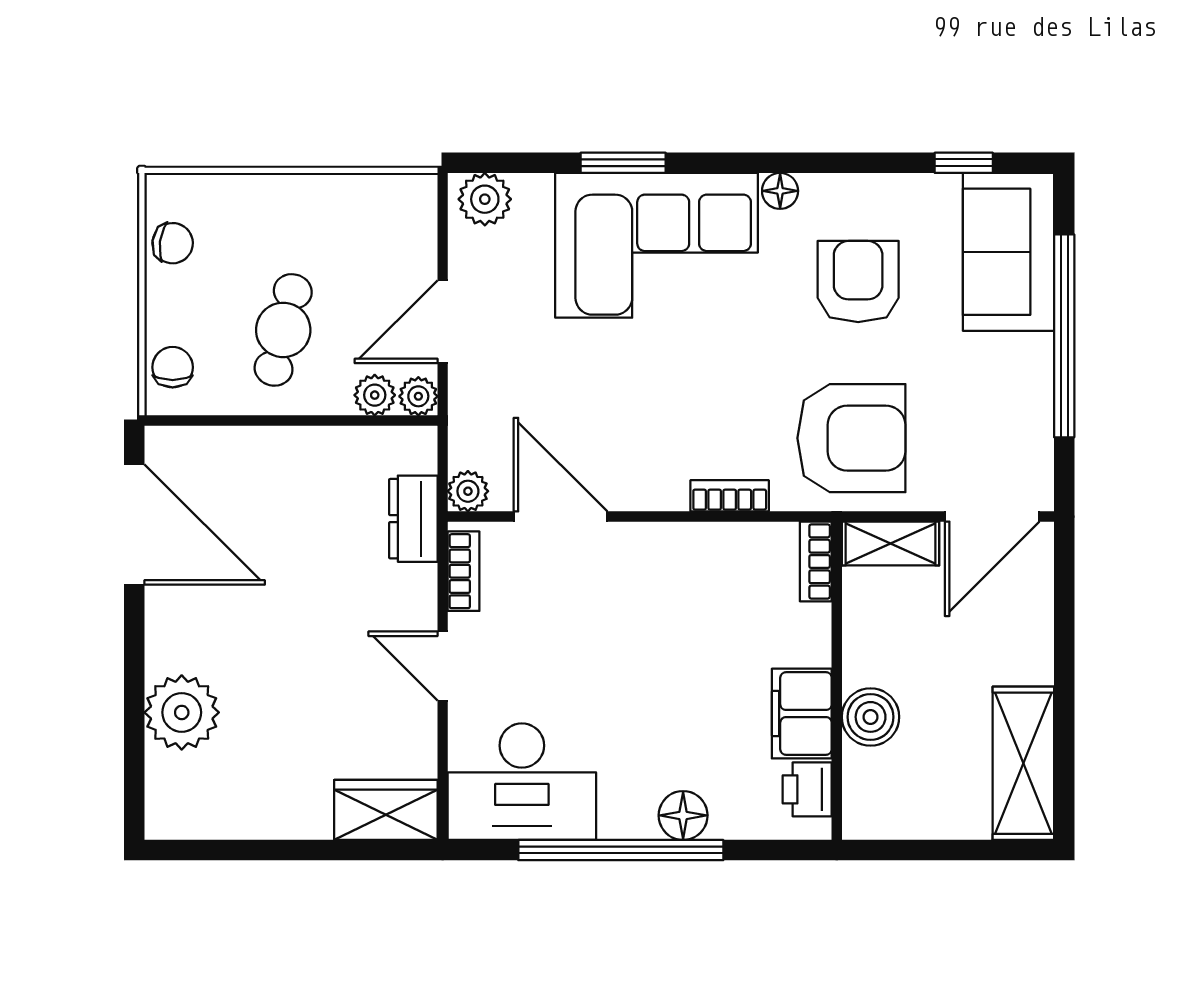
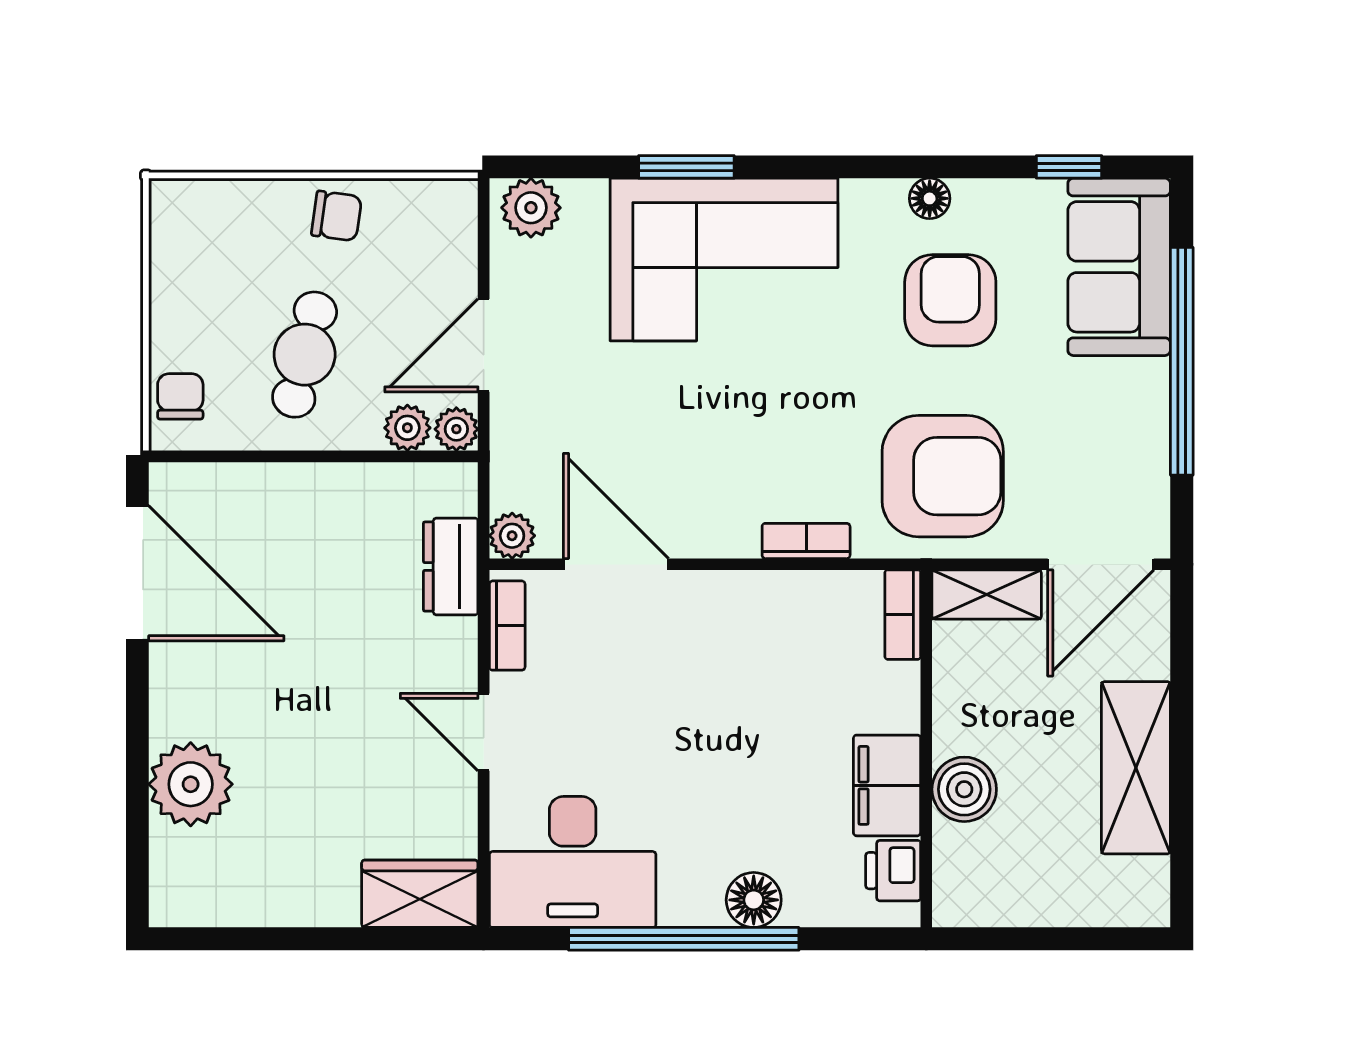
floor lamp: (780, 191) -> (930, 198), moved
chair: (173, 243) -> (337, 216), moved
shelving: (1023, 763) -> (1136, 768), moved

